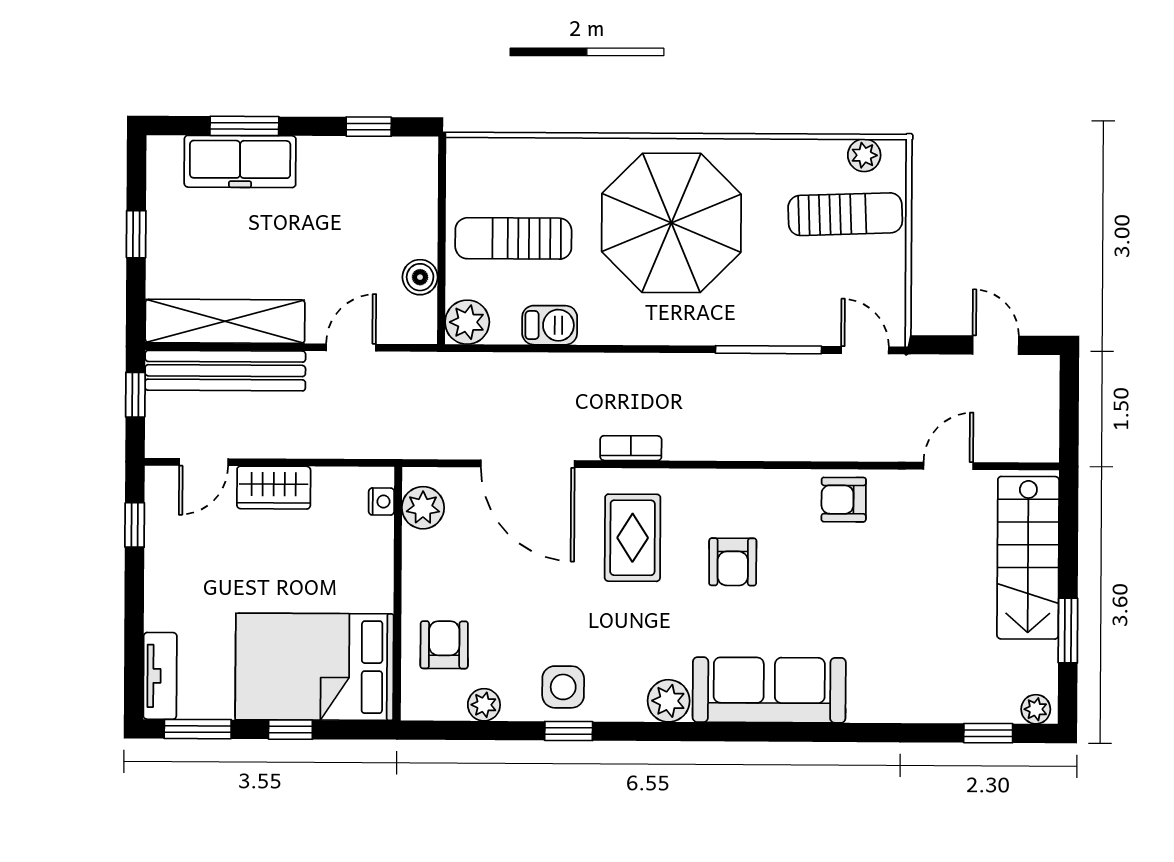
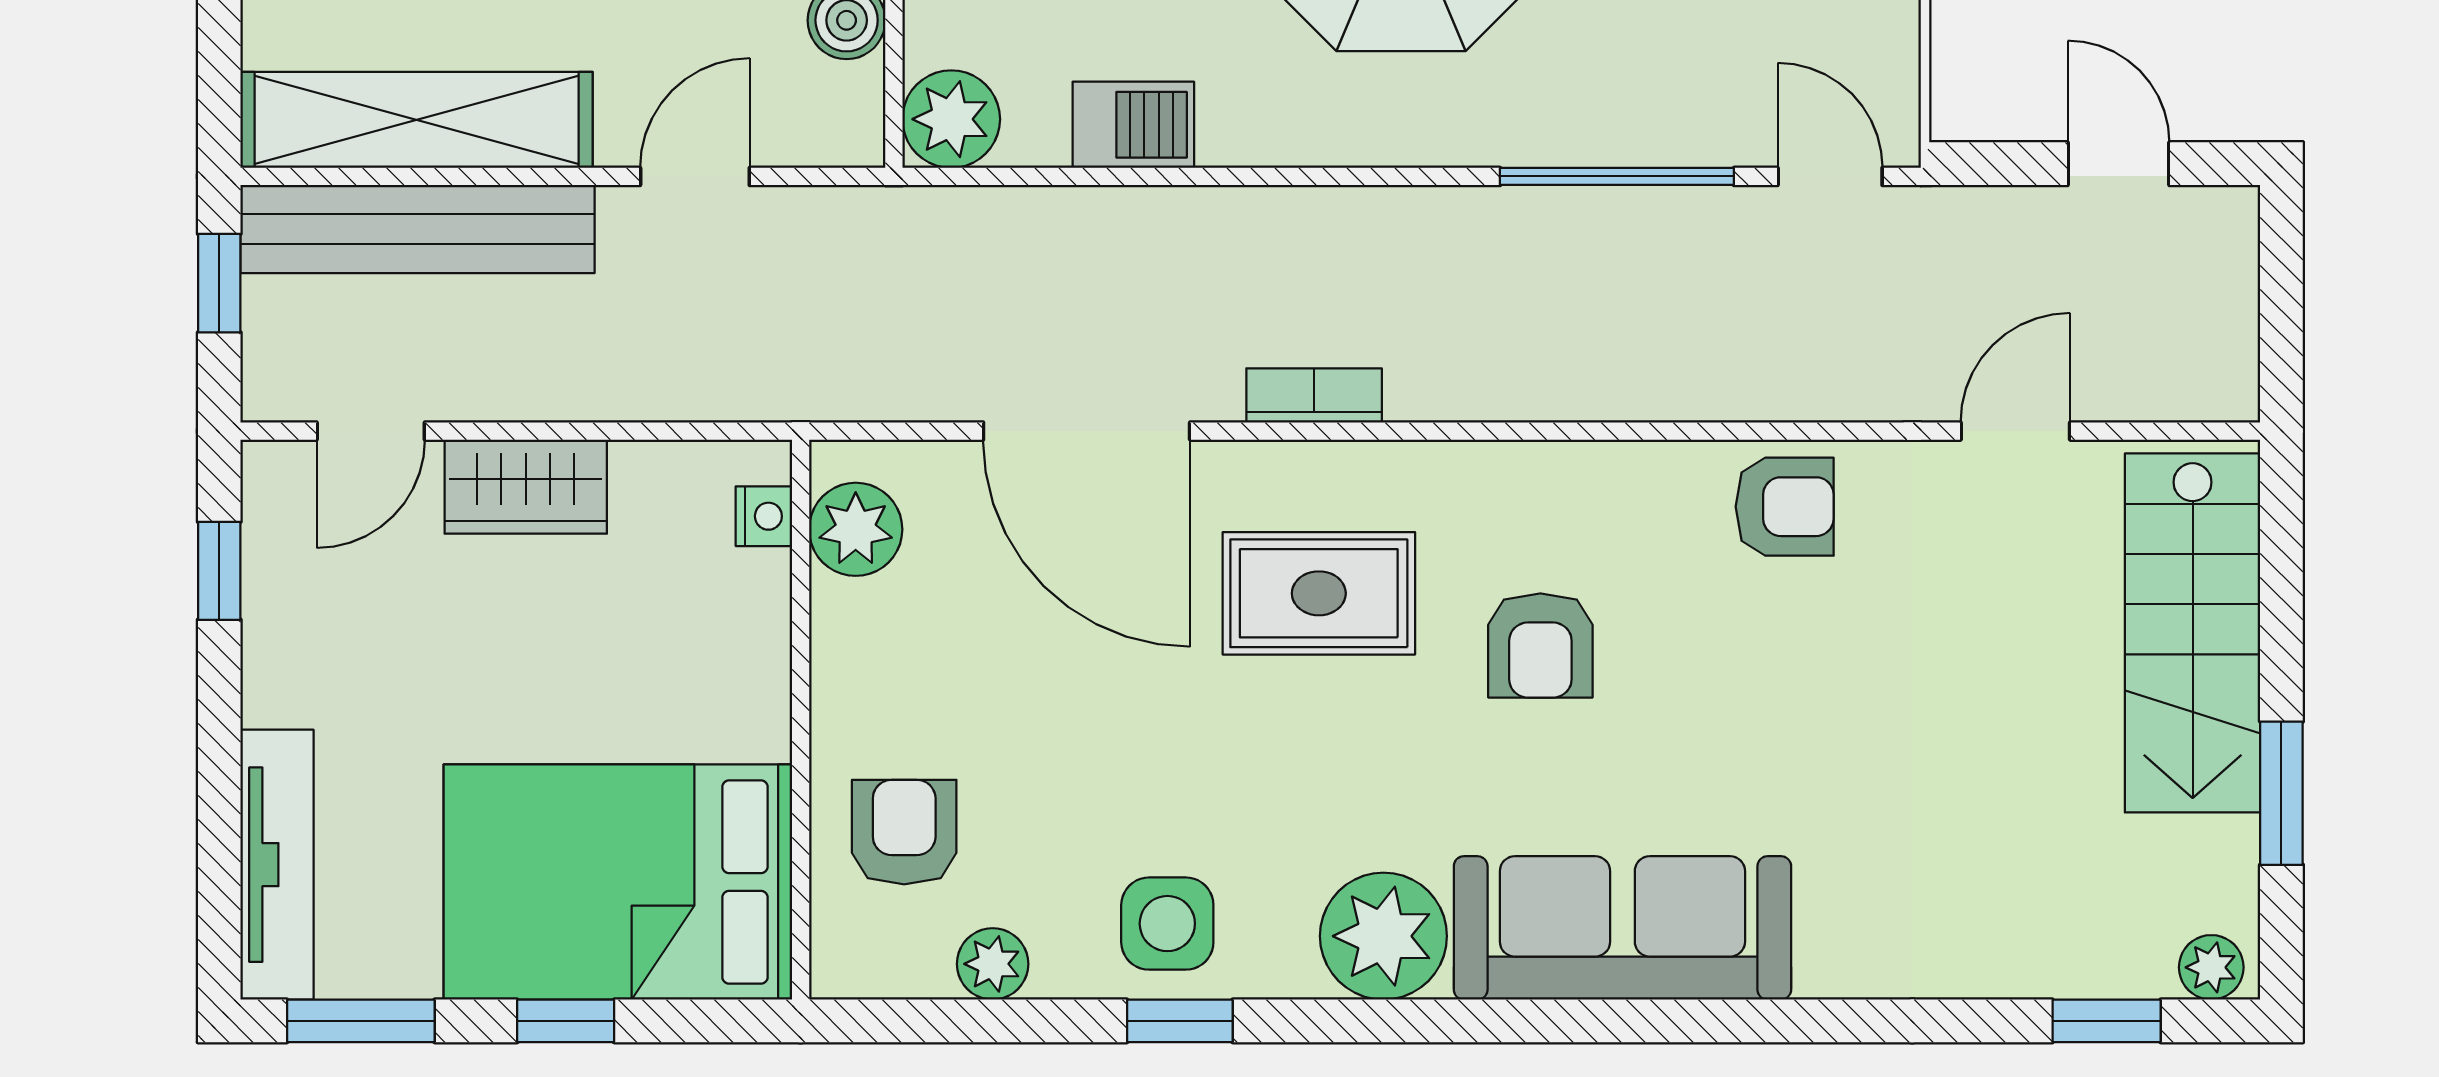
armchair: (844, 500) -> (1785, 507), turned 180
rug: (633, 538) -> (1319, 593), turned 90
tv unit: (160, 676) -> (277, 865), width x1.41
plant: (669, 701) -> (1383, 936), width x1.36, depth x1.36

